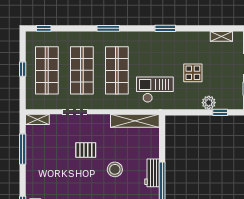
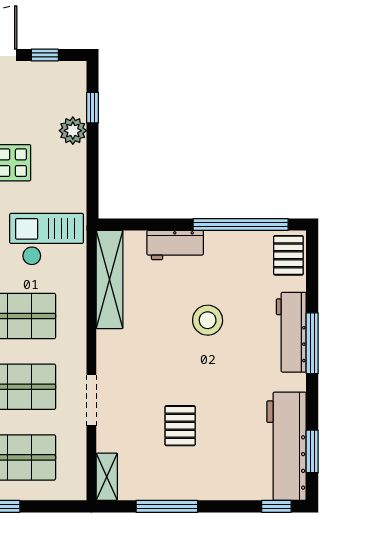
checkout: (155, 90) -> (47, 239), turned 90
pallet: (86, 150) -> (180, 426), moved
workbench: (152, 173) -> (175, 245), moved

